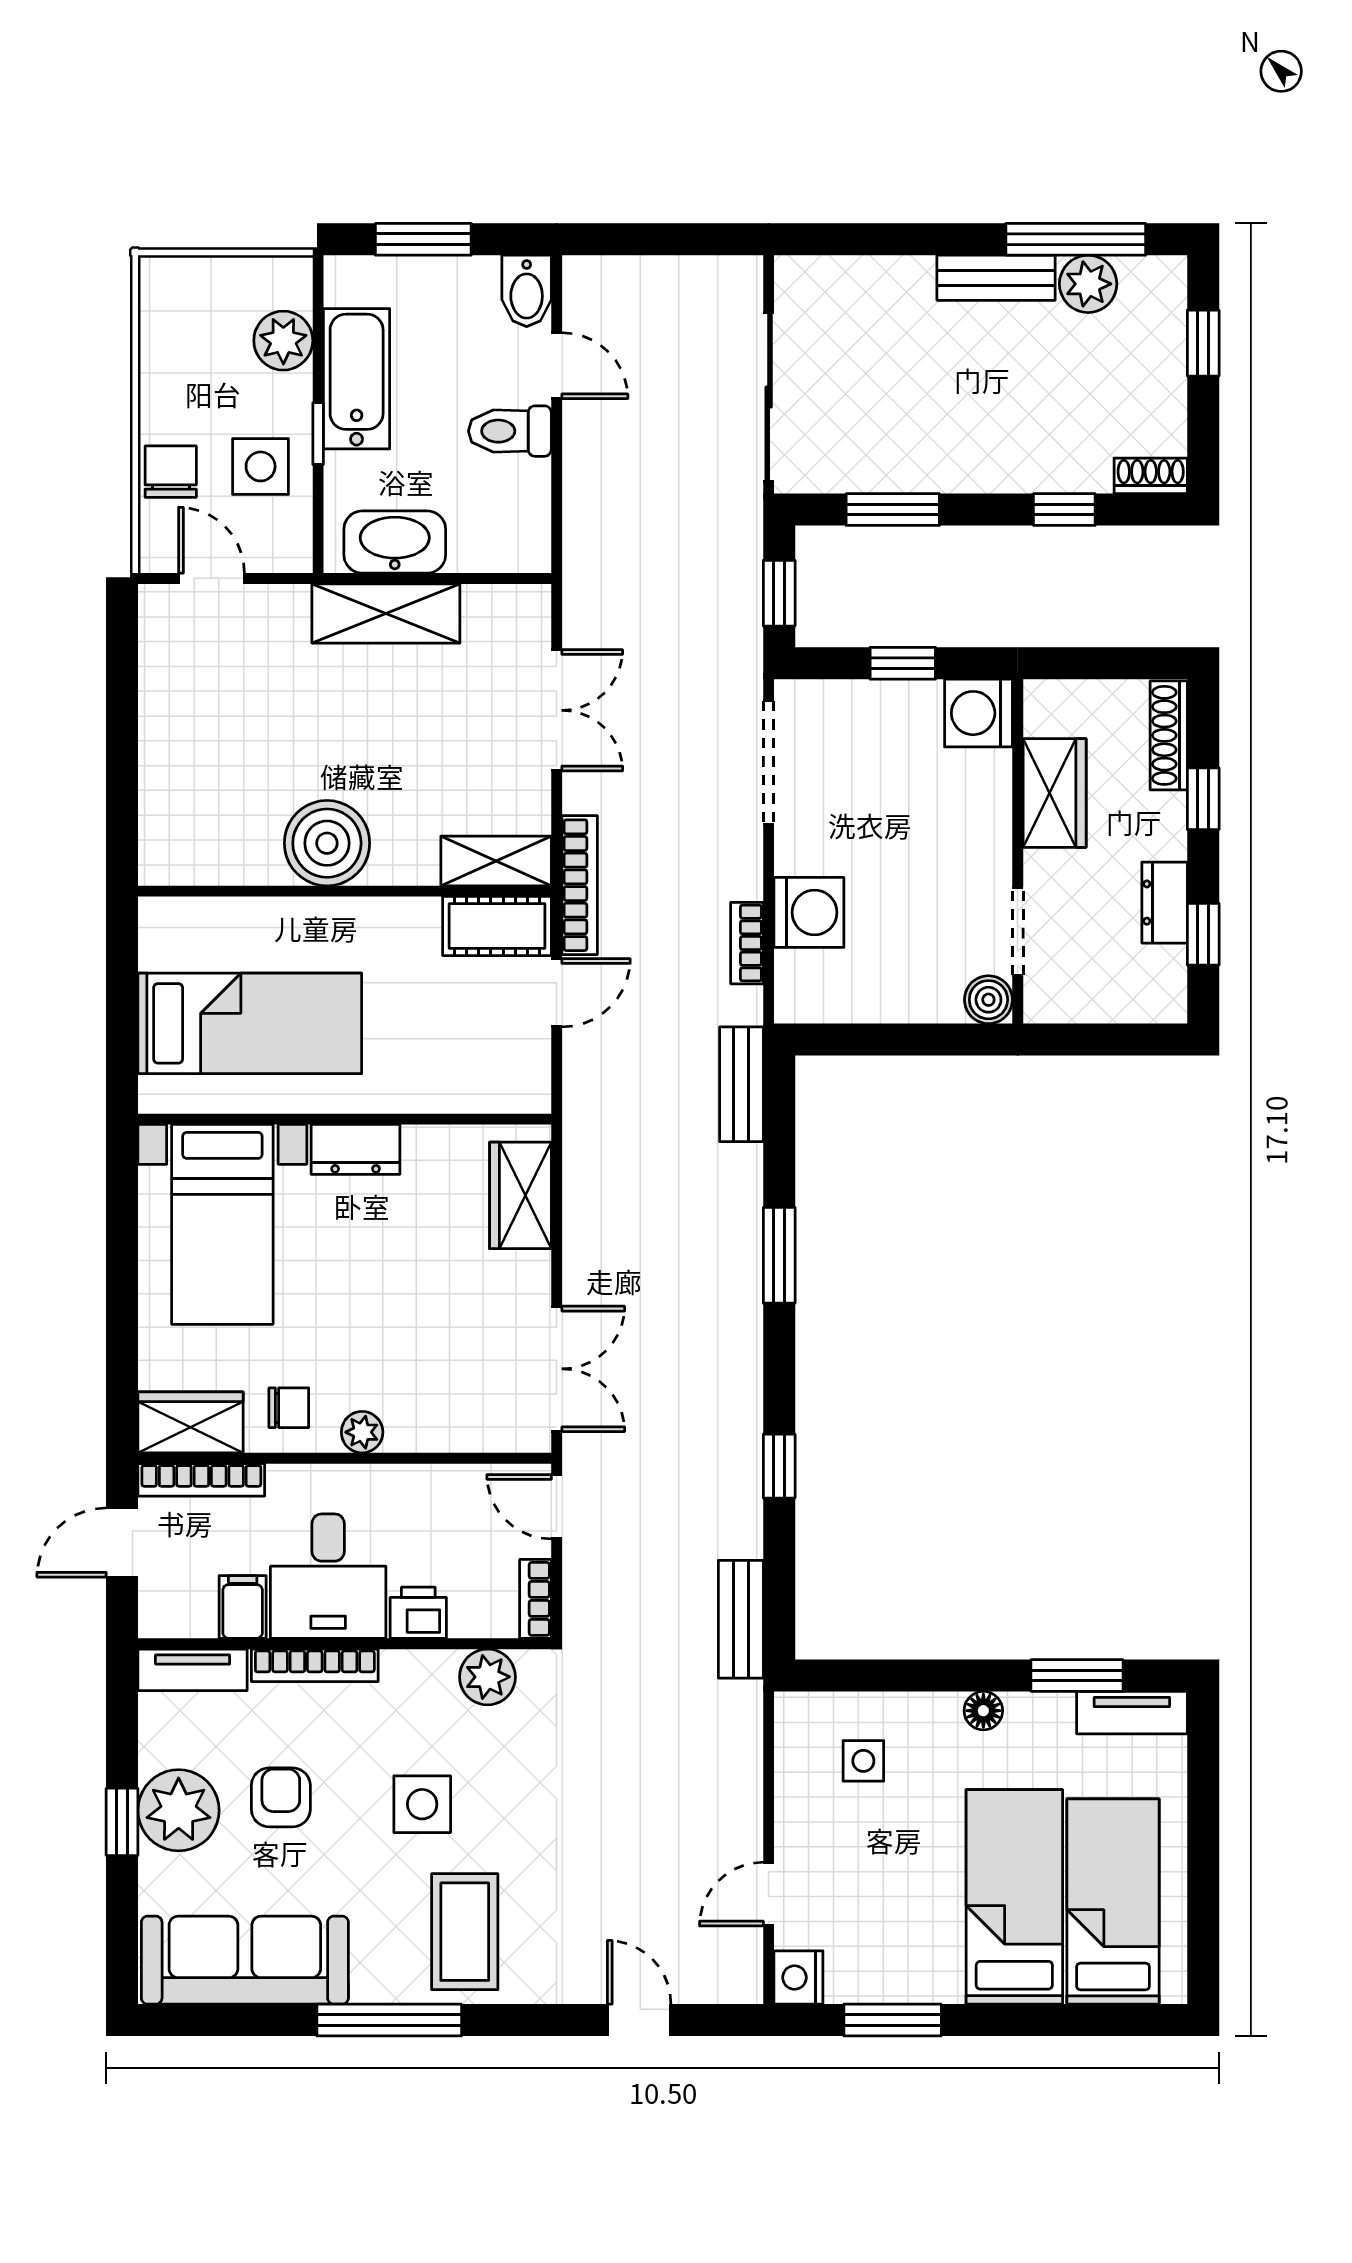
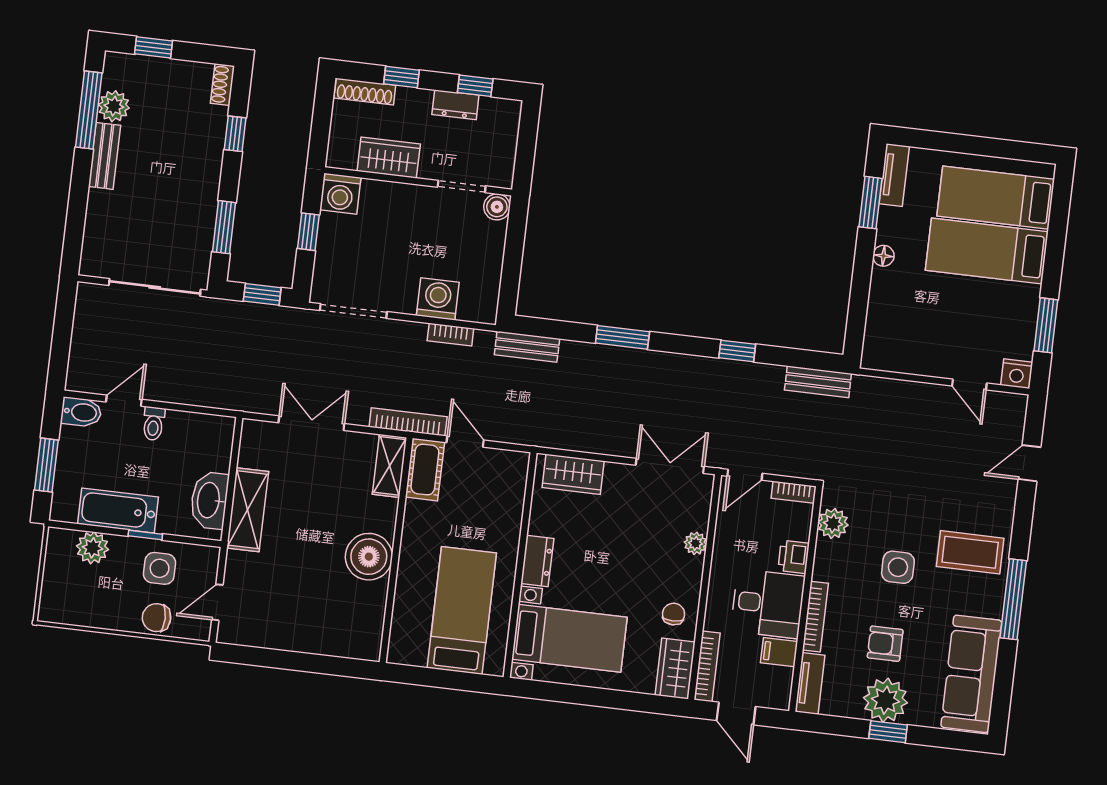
toilet: (510, 431) -> (153, 424), width x0.73, depth x0.72
plant: (362, 1432) -> (695, 543), moved
side table: (863, 1761) -> (903, 324), removed

